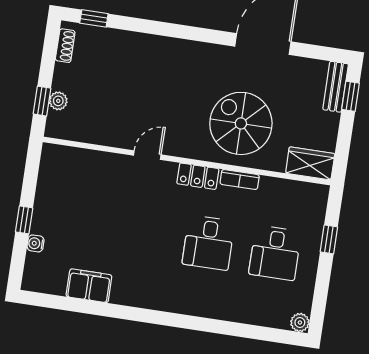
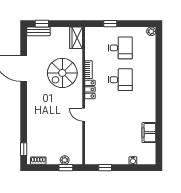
window: (24, 220) -> (105, 168), moved

